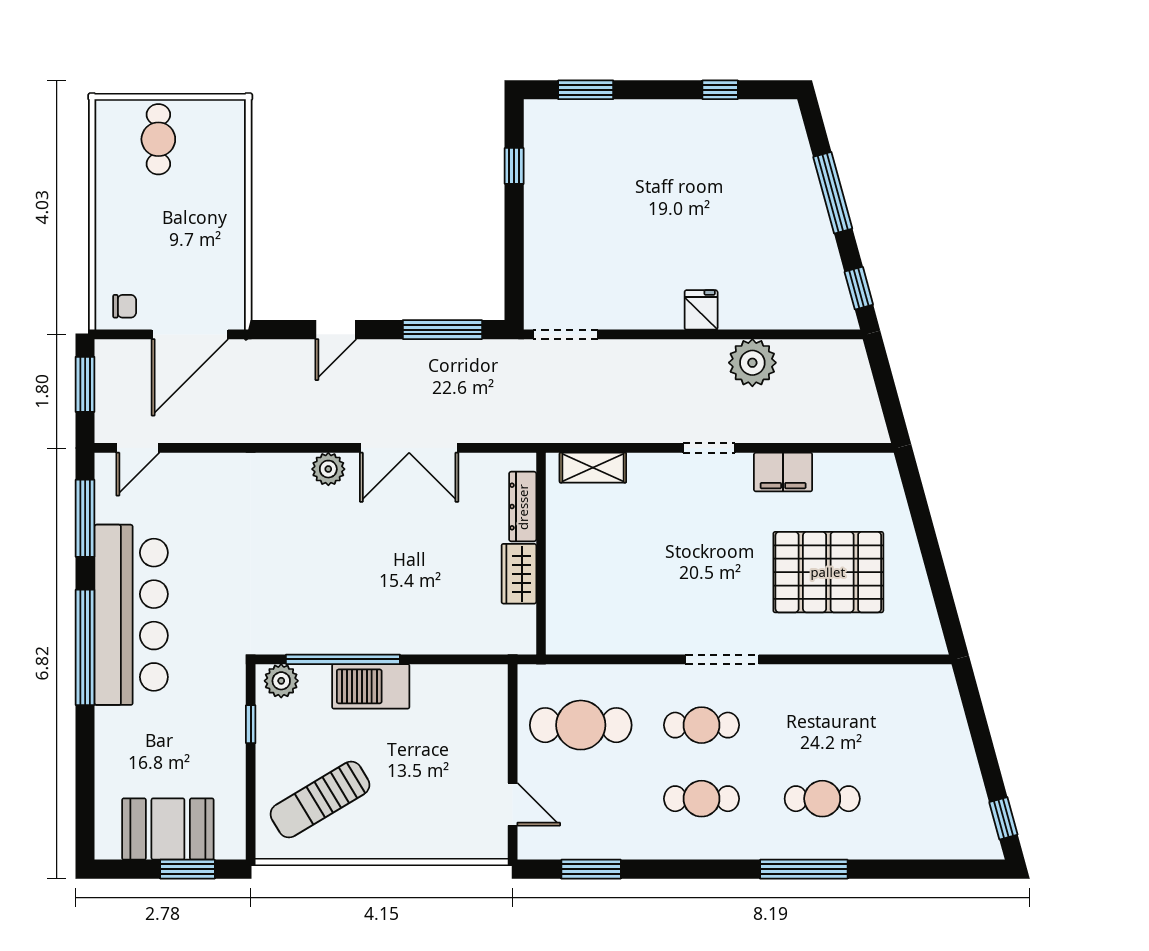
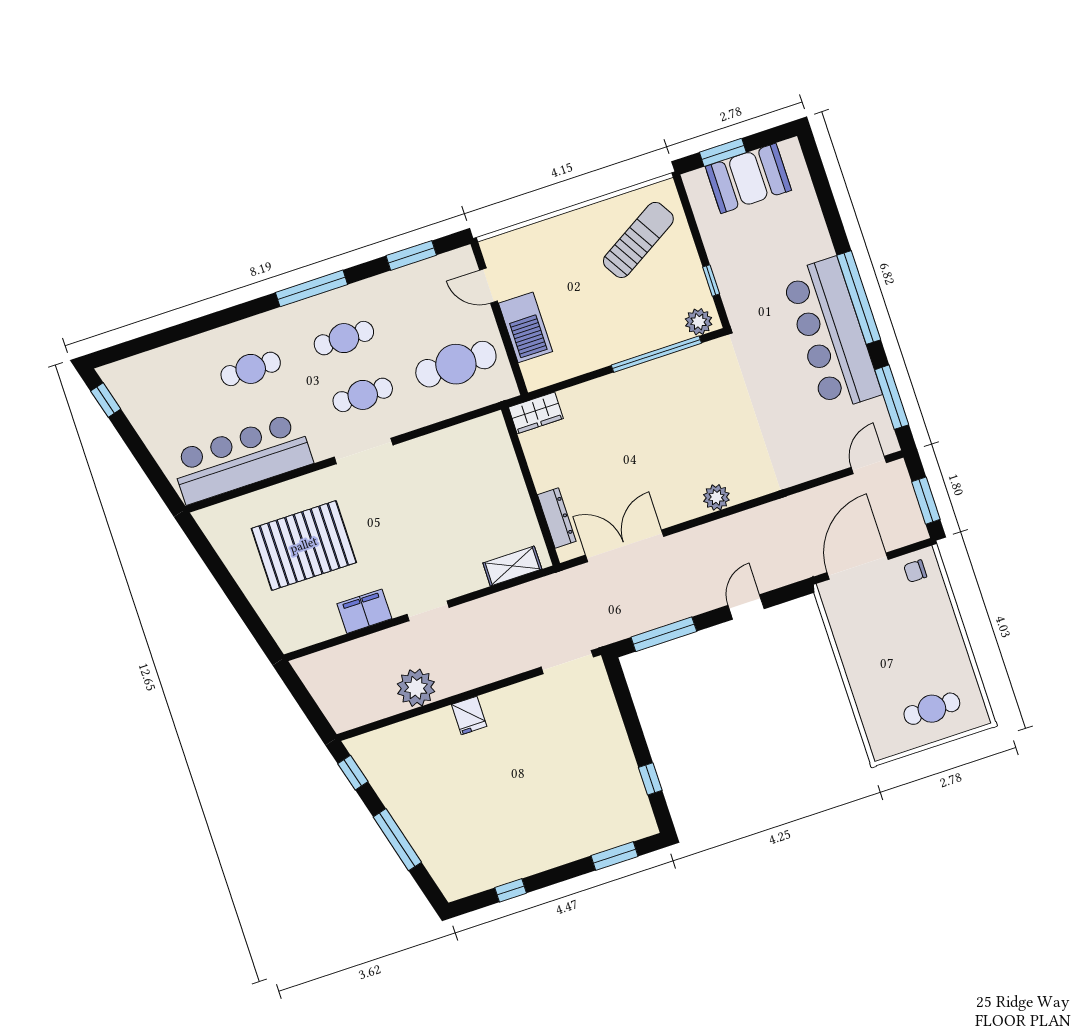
cafe table: (158, 139) -> (932, 709), turned 90
double door: (409, 448) -> (625, 546), moved
wardrobe: (519, 574) -> (536, 413), moved, turned 90
barbecue: (371, 686) -> (525, 327), moved, turned 90
bar counter: (868, 698) -> (241, 458), added
window: (804, 869) -> (312, 288), moved

